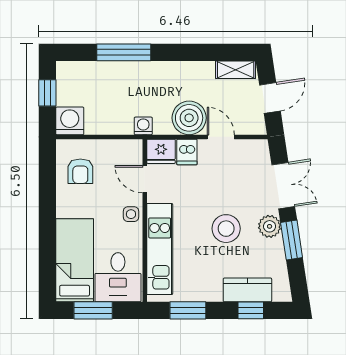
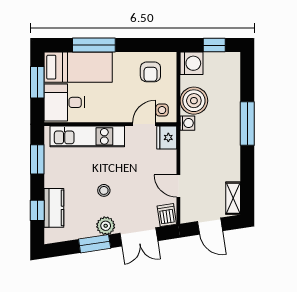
window: (124, 52) -> (247, 123), moved
boiler: (189, 118) -> (194, 101), moved
door: (221, 137) -> (178, 186), swing flipped
dishwasher: (187, 152) -> (167, 215), moved, turned 81
armchair: (80, 171) -> (150, 72), turned -90
side table: (131, 214) -> (162, 110), moved
stool: (226, 229) -> (104, 190), width x0.53, depth x0.53
window: (47, 241) -> (94, 45), added

